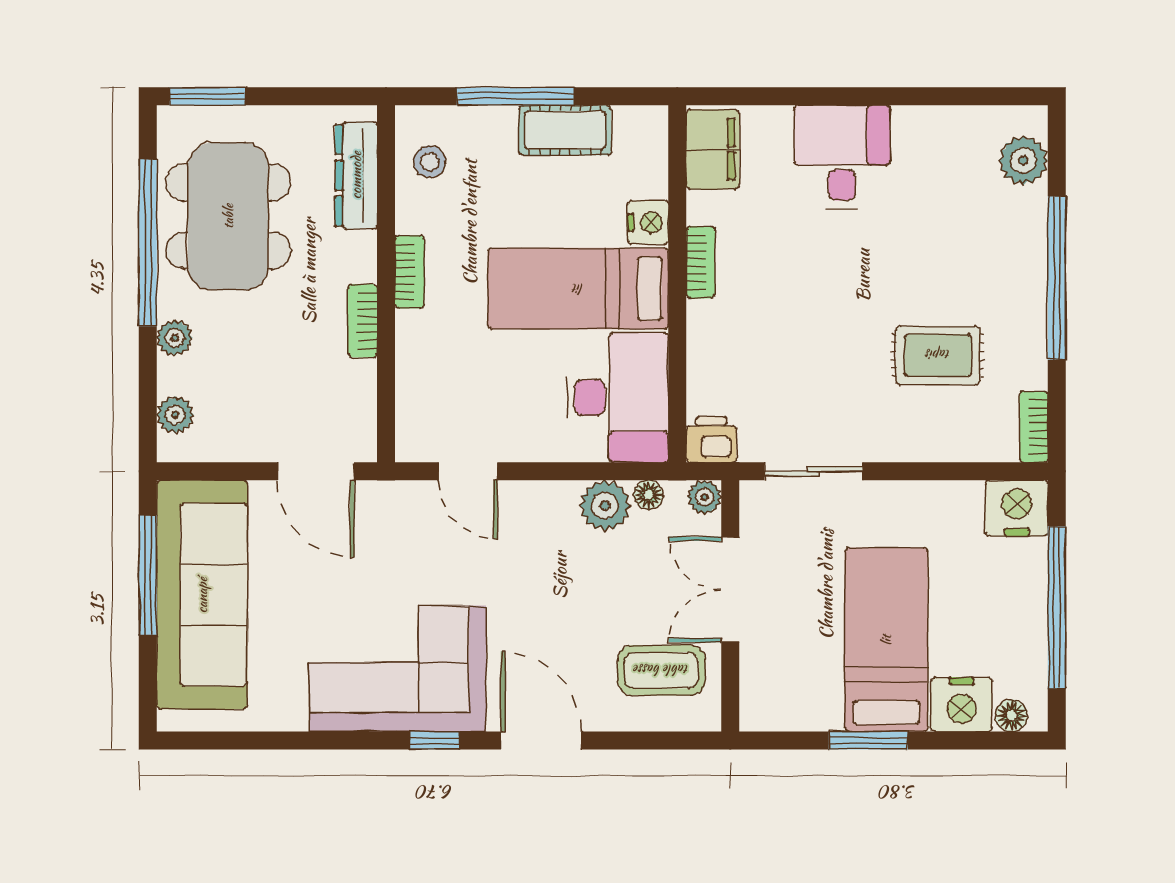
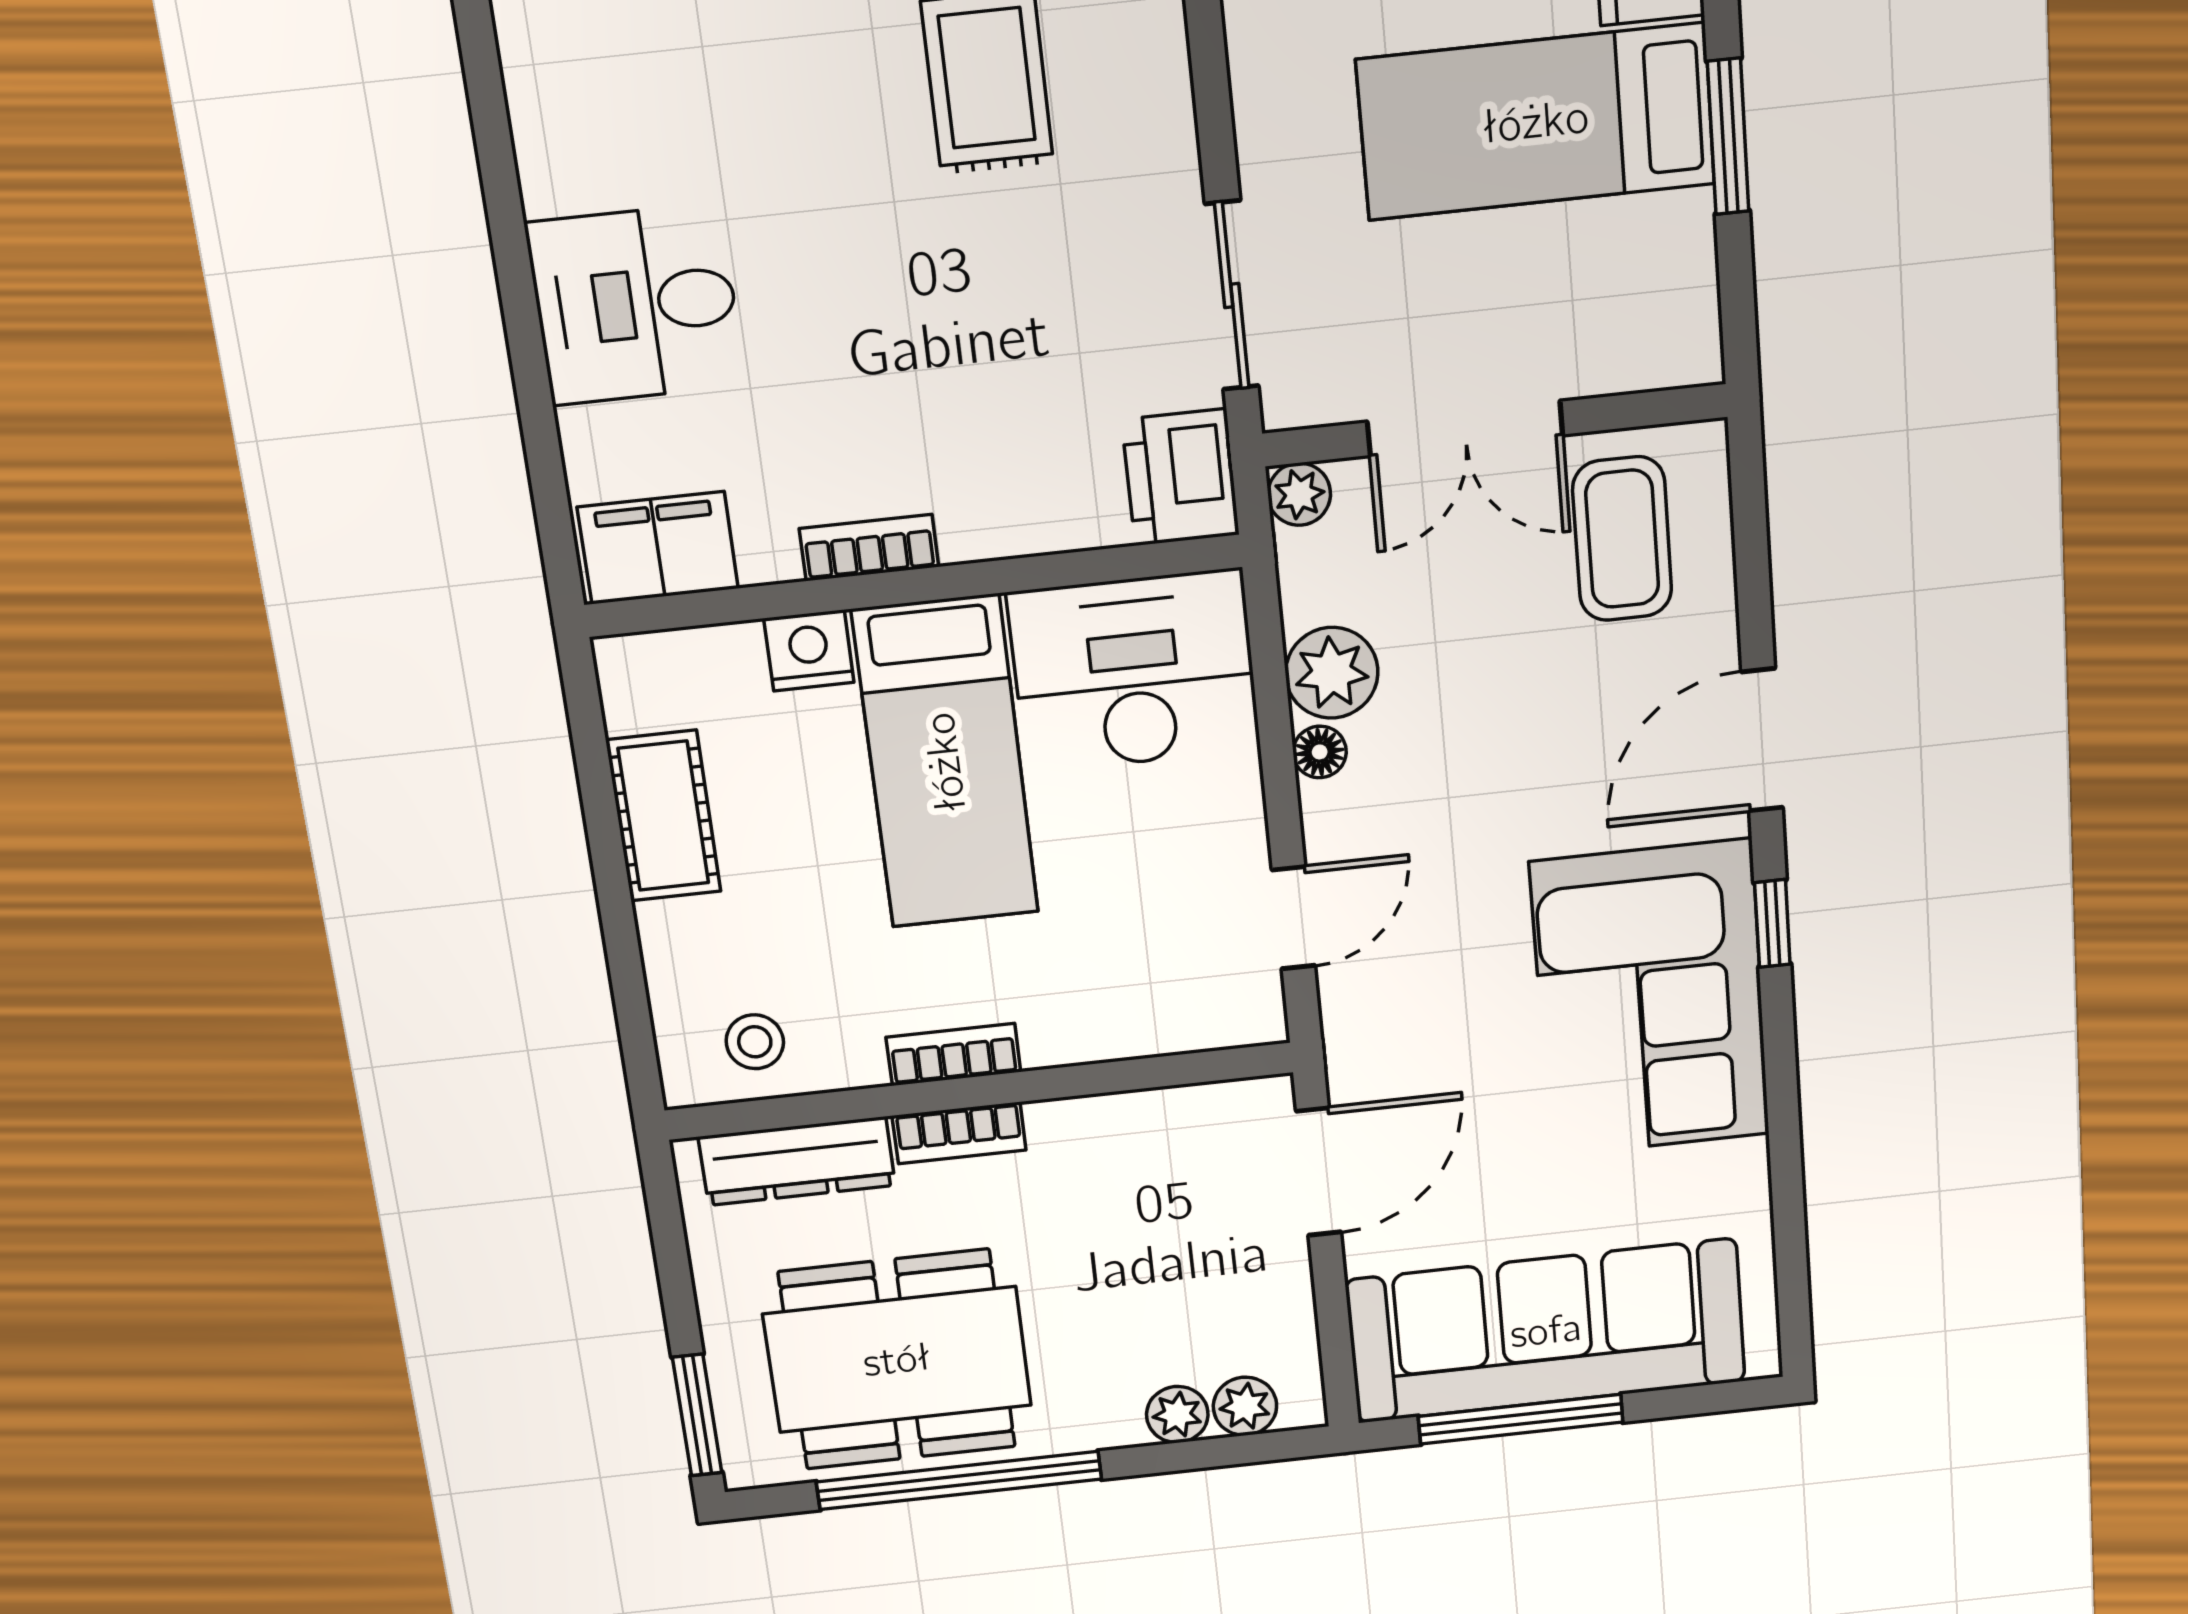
window: (516, 96) -> (616, 908), removed
bookcase: (363, 321) -> (959, 1133), moved
plant: (175, 338) -> (1177, 1415), moved
printer: (711, 440) -> (1181, 477), width x1.36, depth x1.24
floor lamp: (648, 495) -> (1320, 752), moved

